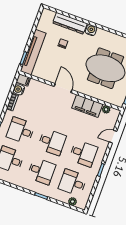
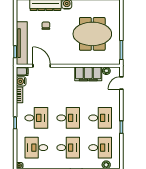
door: (63, 88) -> (42, 66), moved
desk: (21, 131) -> (36, 118), turned 180
door: (113, 137) -> (121, 83), moved
desk: (73, 183) -> (100, 148), turned 180

